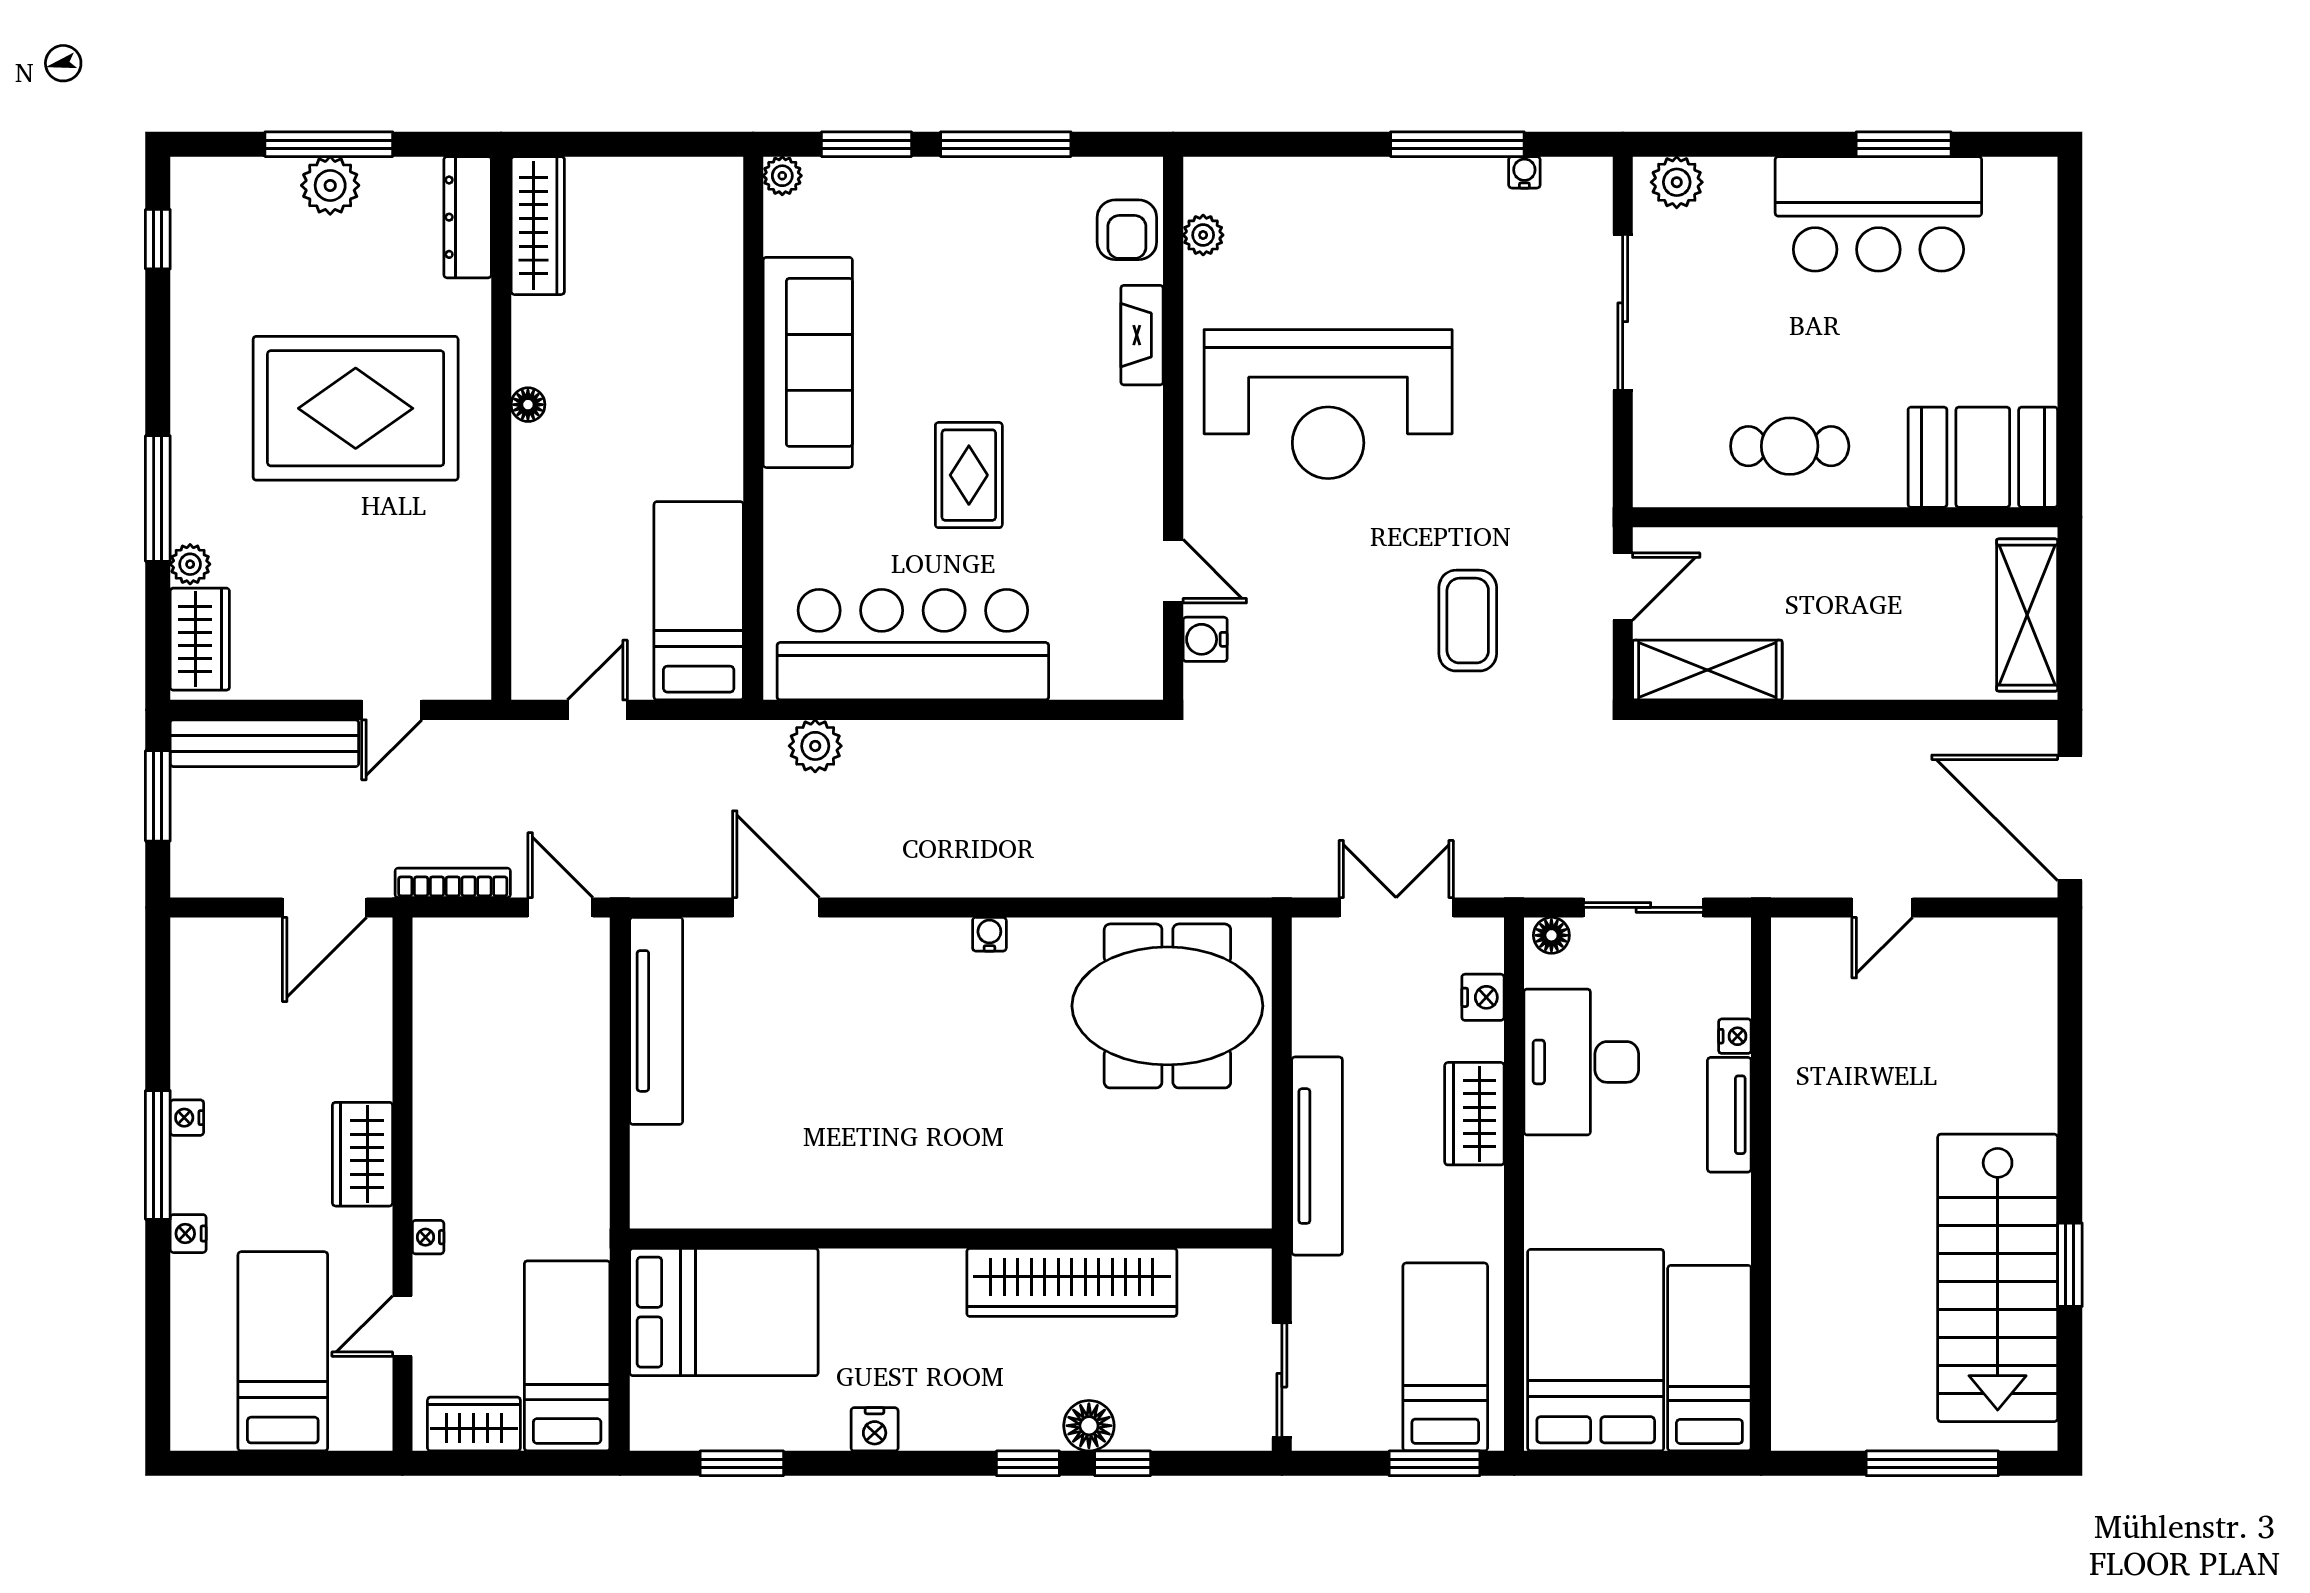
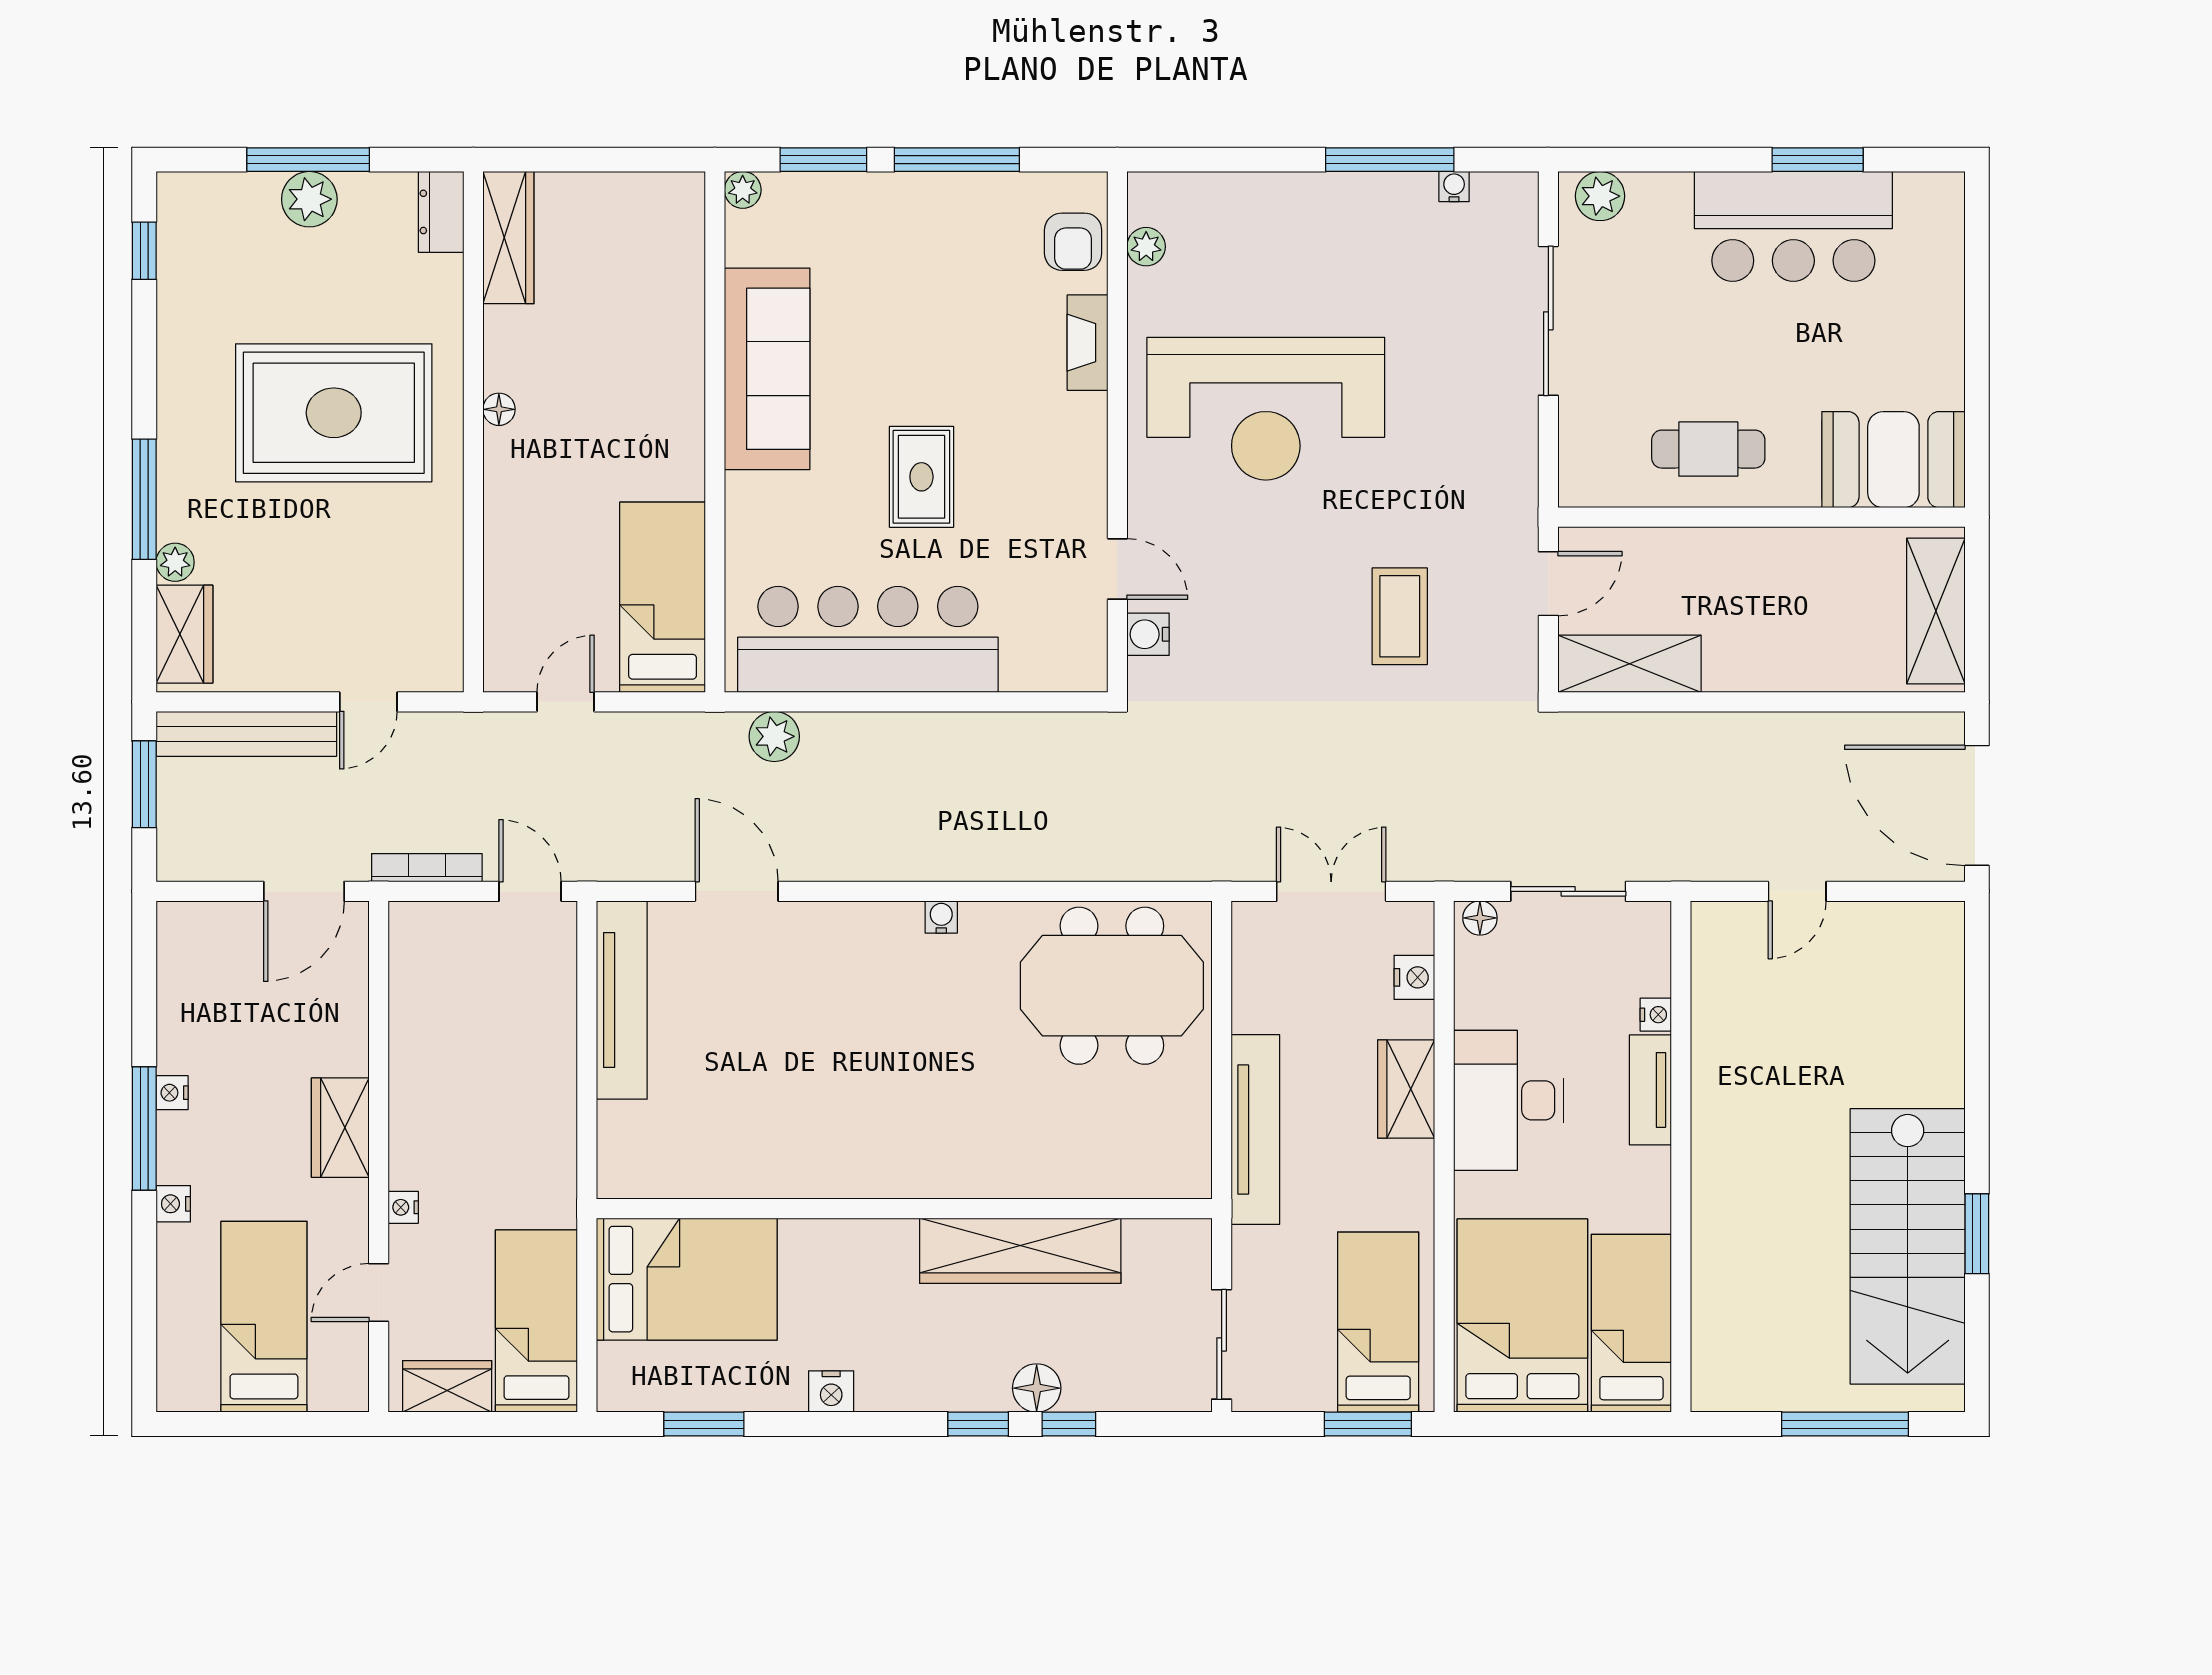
dresser: (468, 217) -> (441, 212), width x0.70
desk: (1581, 1062) -> (1509, 1100), moved

